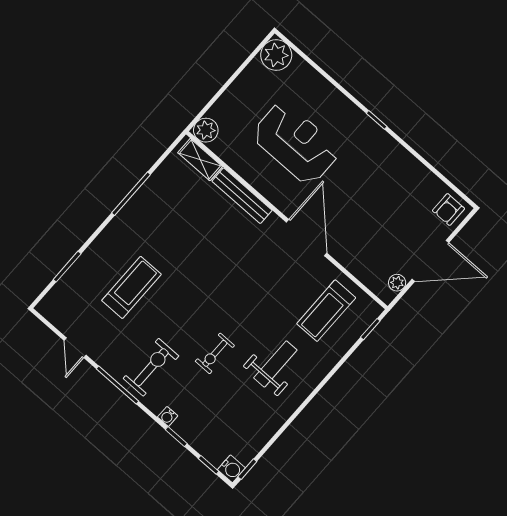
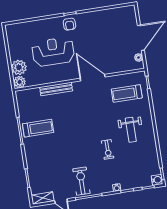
plant: (276, 55) -> (19, 67), moved
shelving: (200, 160) -> (43, 198), moved
armchair: (448, 210) -> (69, 24), moved
treadmill: (132, 287) -> (38, 128), moved, turned 90
treadmill: (326, 311) -> (127, 93), turned 90
weight bench: (275, 364) -> (131, 130), turned 180
exercise bike: (151, 367) -> (81, 181), moved

